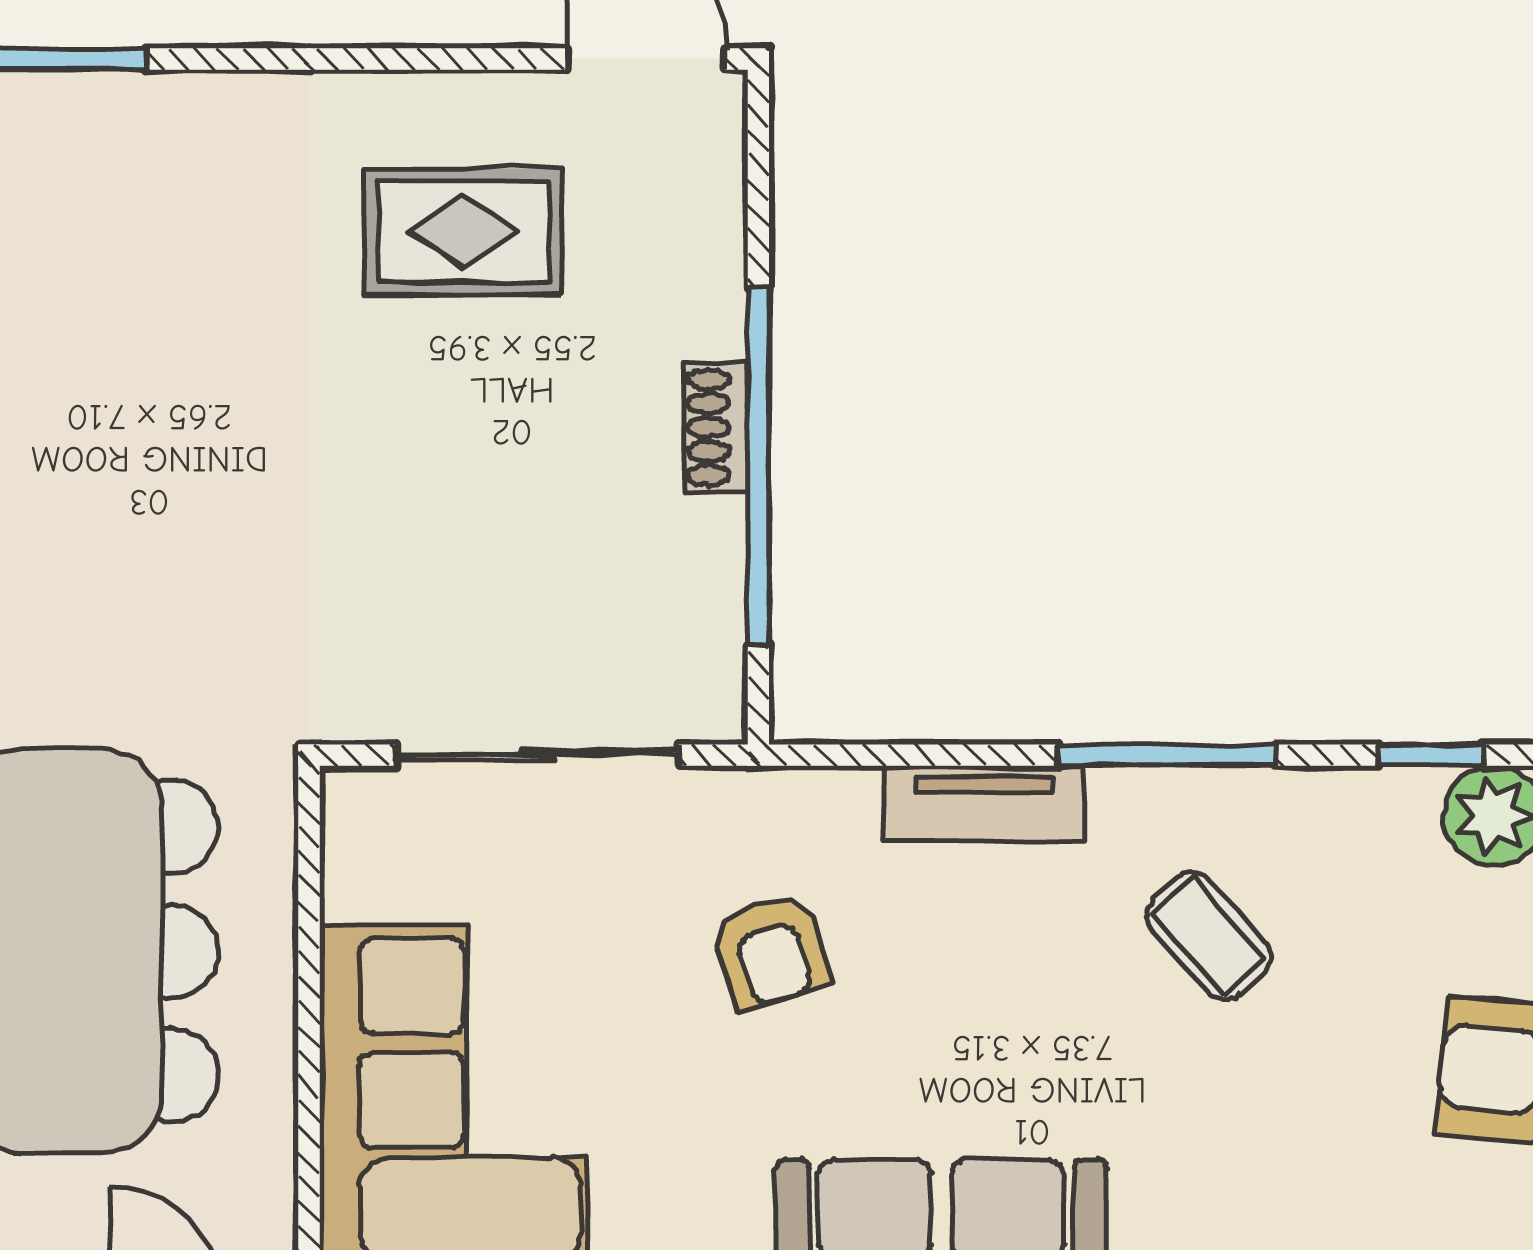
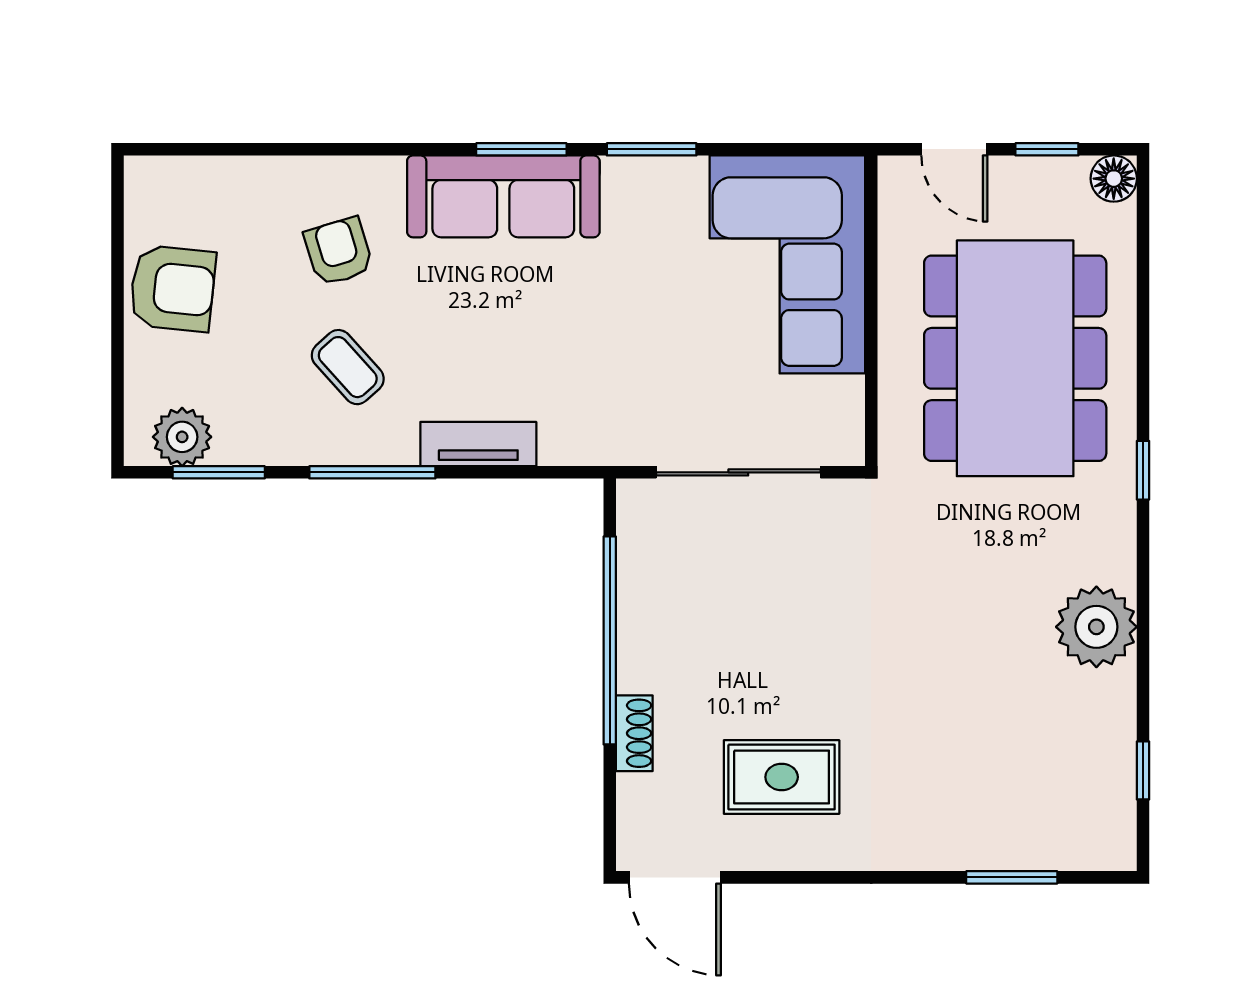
shoe rack: (716, 427) -> (634, 733), moved
window: (1430, 755) -> (219, 472), width x1.50
armchair: (770, 951) -> (339, 251), moved

